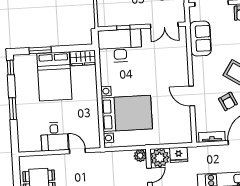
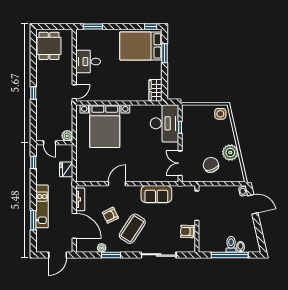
sofa: (200, 39) -> (156, 194), moved
bed: (54, 76) -> (141, 46), moved
window: (13, 109) -> (93, 26), moved
door: (77, 151) -> (74, 92), moved
plant: (160, 158) -> (64, 153), removed

